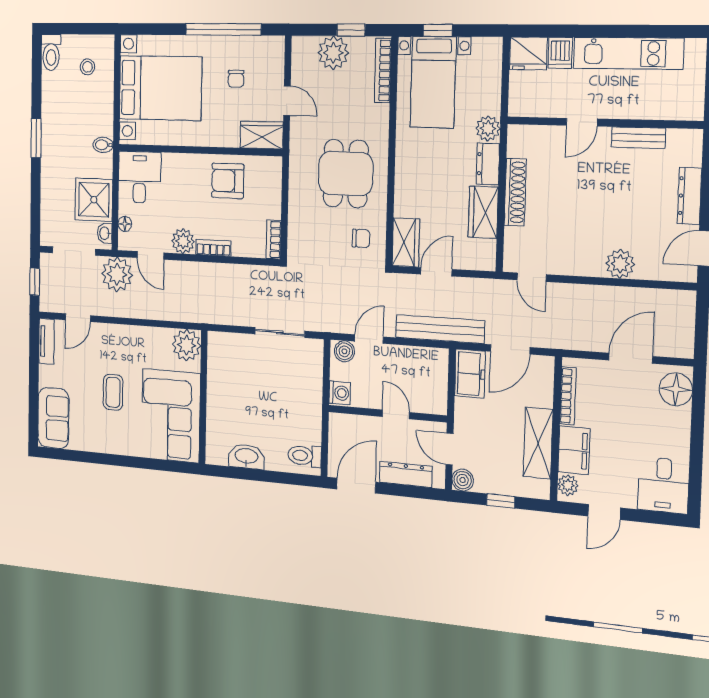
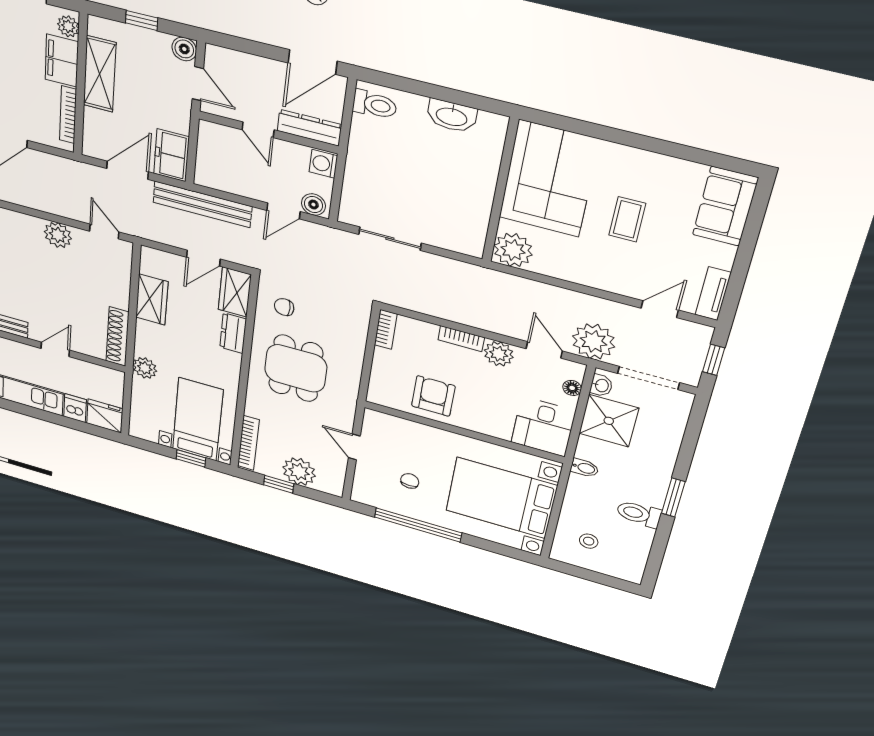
toilet: (51, 52) -> (639, 514), moved, turned -90
wardrobe: (262, 135) -> (387, 426), removed
dresser: (488, 164) -> (233, 333), moved, turned 180
armchair: (228, 181) -> (433, 396), turned -90
shoe rack: (515, 192) -> (118, 337), moved
plant: (620, 264) -> (58, 235), moved
dresser: (406, 474) -> (309, 128), moved, turned 180

